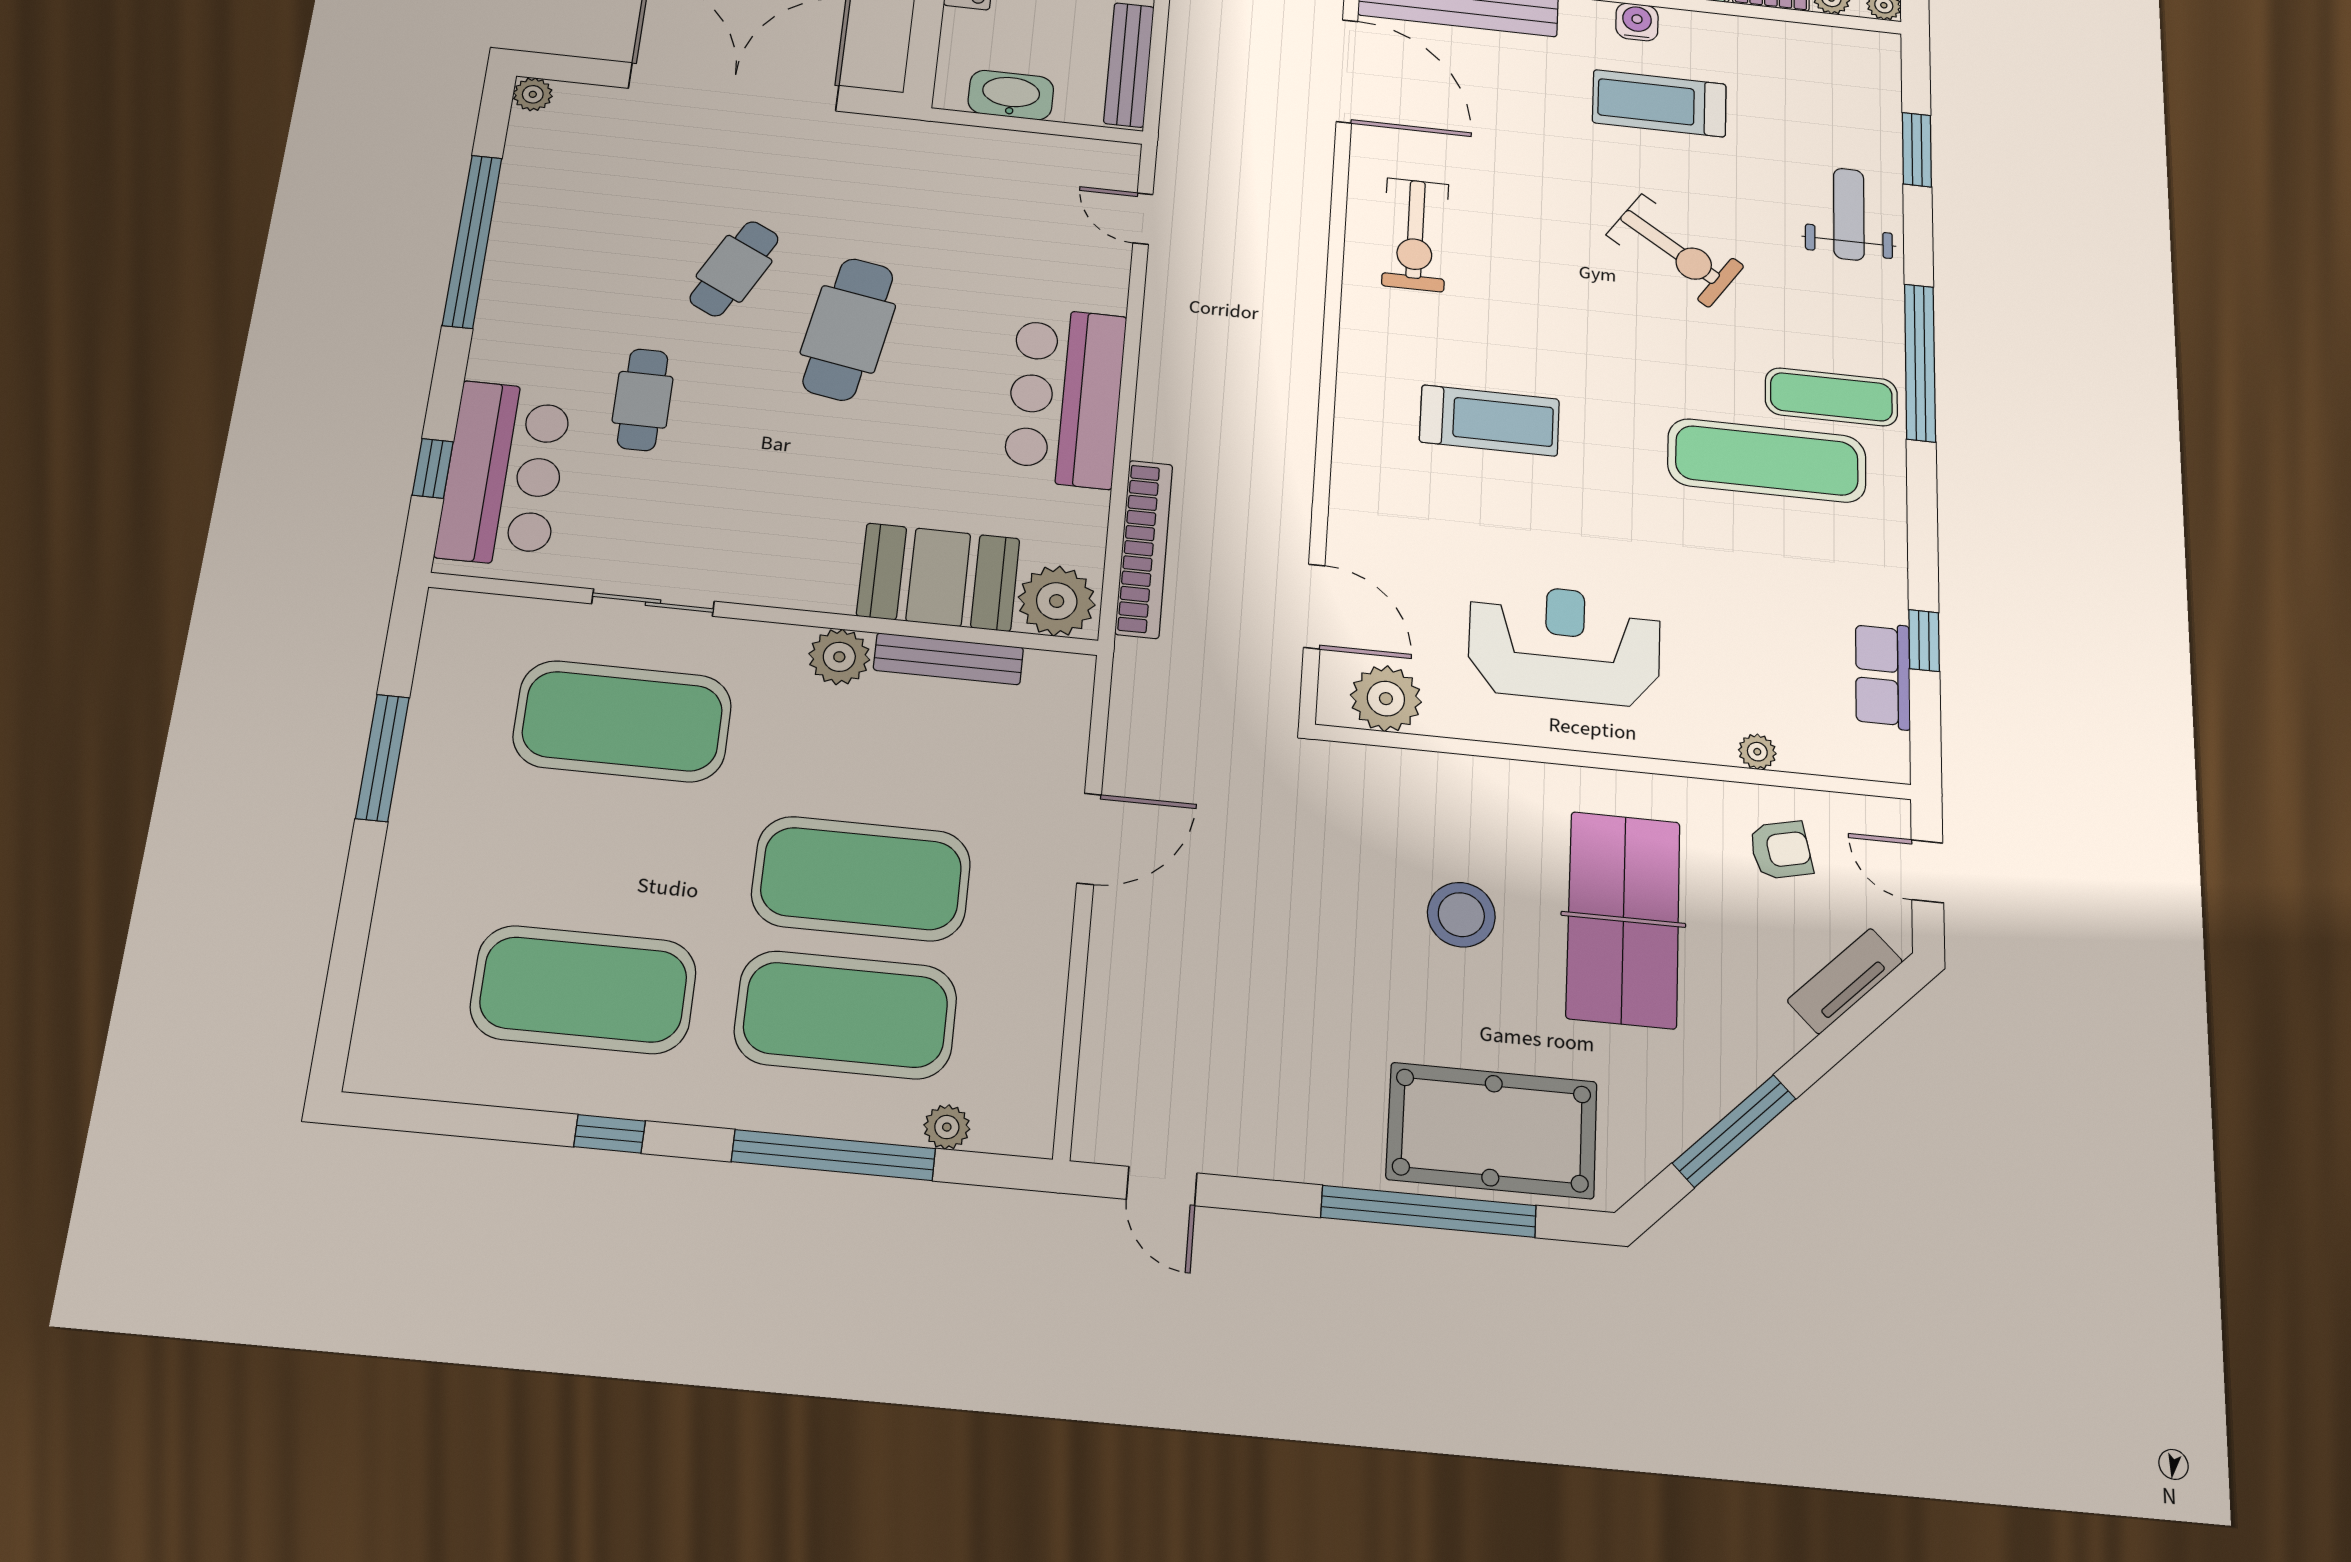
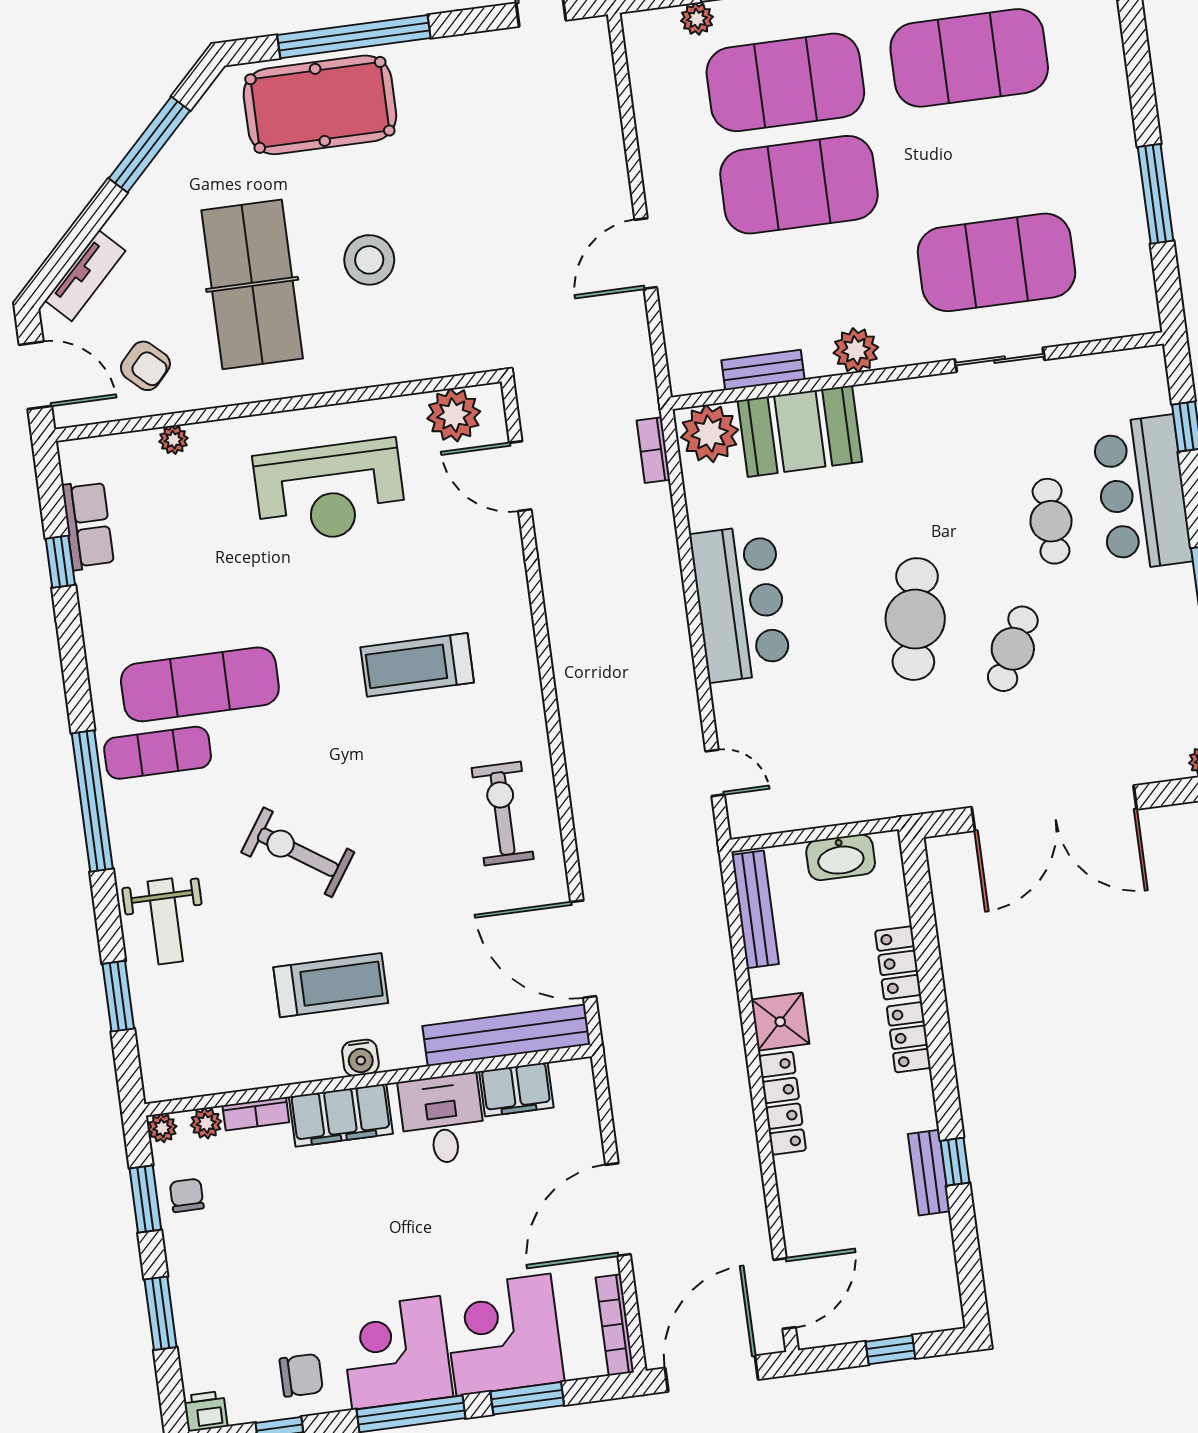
bar counter: (504, 474) -> (1142, 493), moved
bookcase: (1144, 549) -> (653, 450), width x0.43, depth x0.76
bench: (948, 659) -> (763, 370), width x0.73
armchair: (1781, 850) -> (145, 366), turned -124
door: (1927, 871) -> (35, 375), width x1.38

